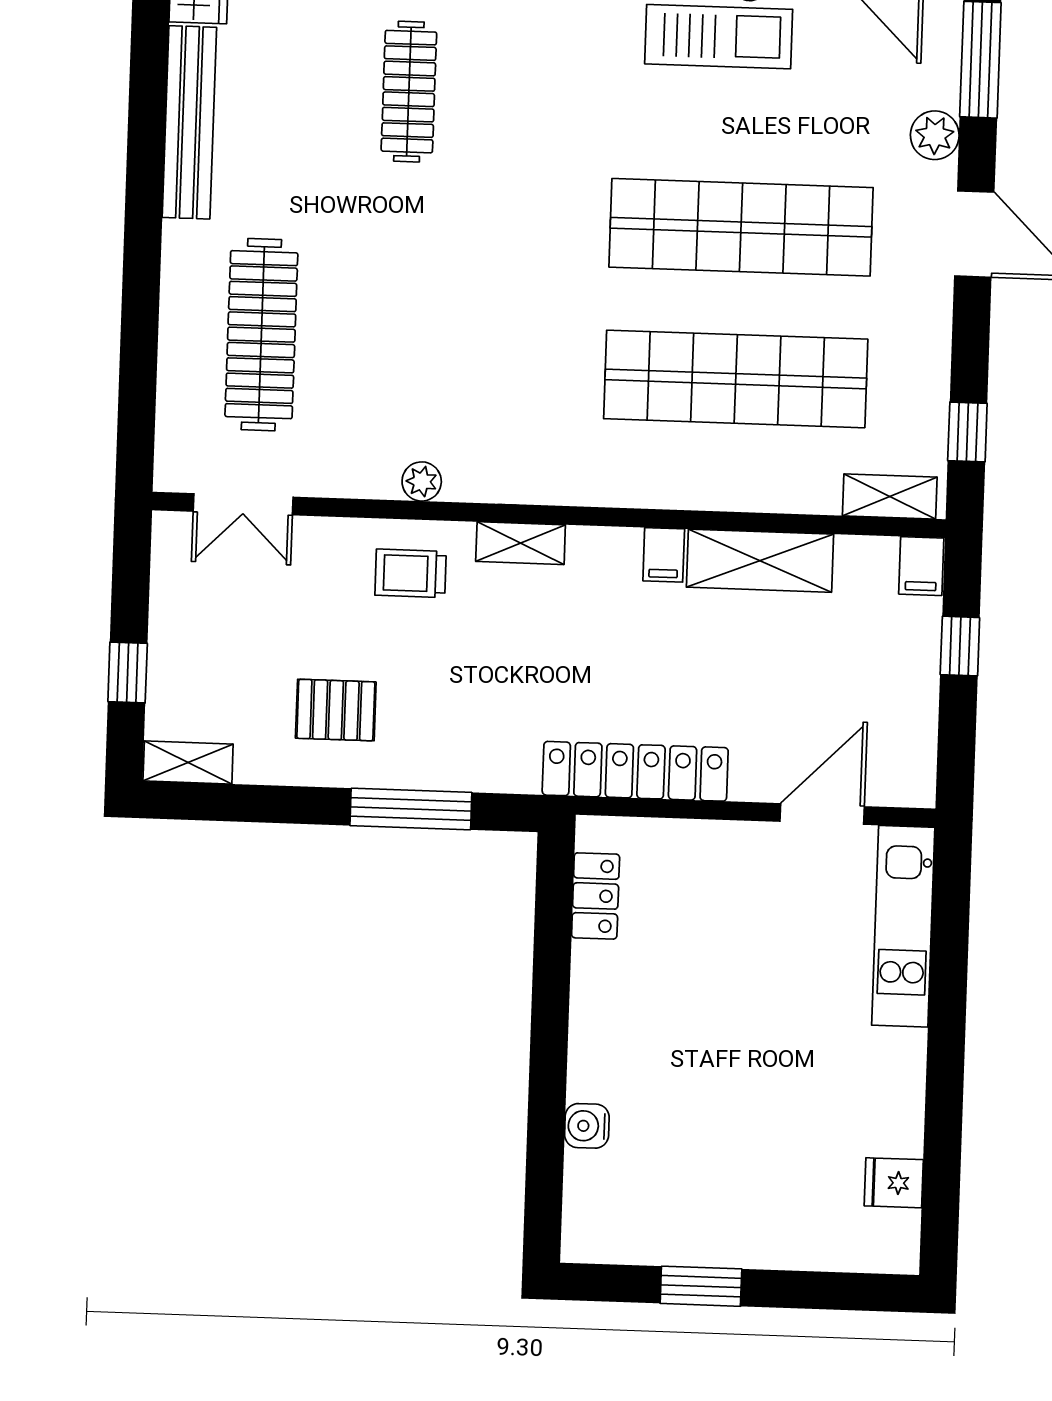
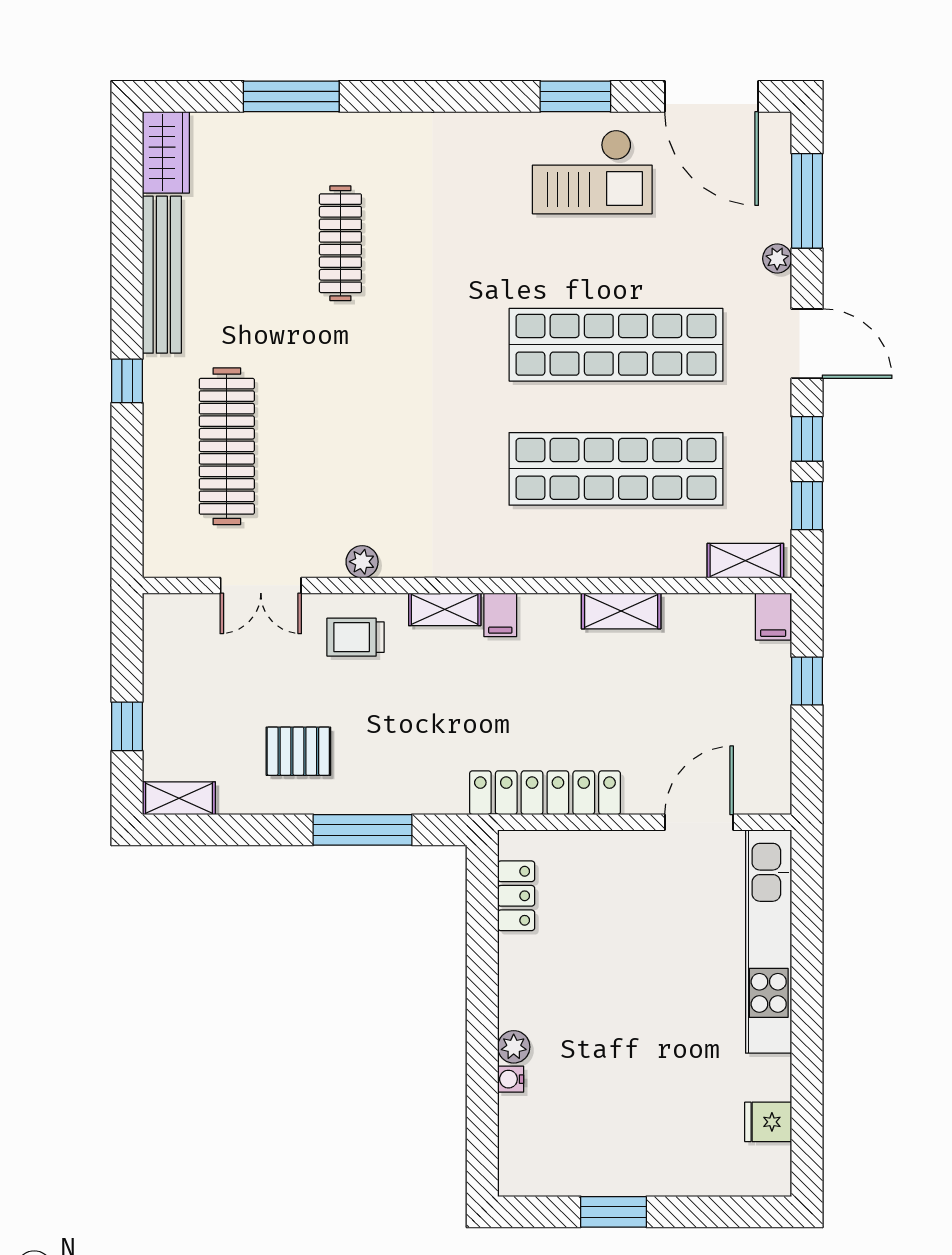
plant: (935, 135) -> (777, 259), width x0.73, depth x0.73
window: (142, 251) -> (127, 381), added
window: (970, 350) -> (807, 439), added
double door: (243, 504) -> (261, 585), moved
filing cabinet: (664, 555) -> (500, 615), moved
shelving: (760, 561) -> (621, 611), width x0.67, depth x0.75
kitchen unit: (903, 926) -> (769, 942), width x1.36
plant: (586, 1080) -> (514, 1047), added
water cooler: (587, 1126) -> (511, 1079), width x0.72, depth x0.72

